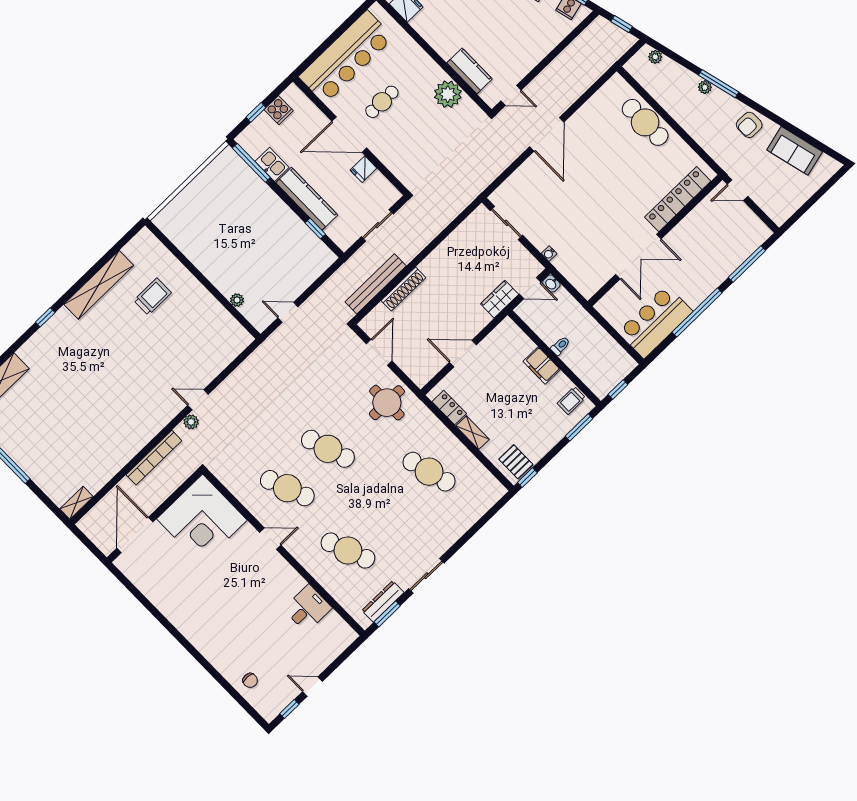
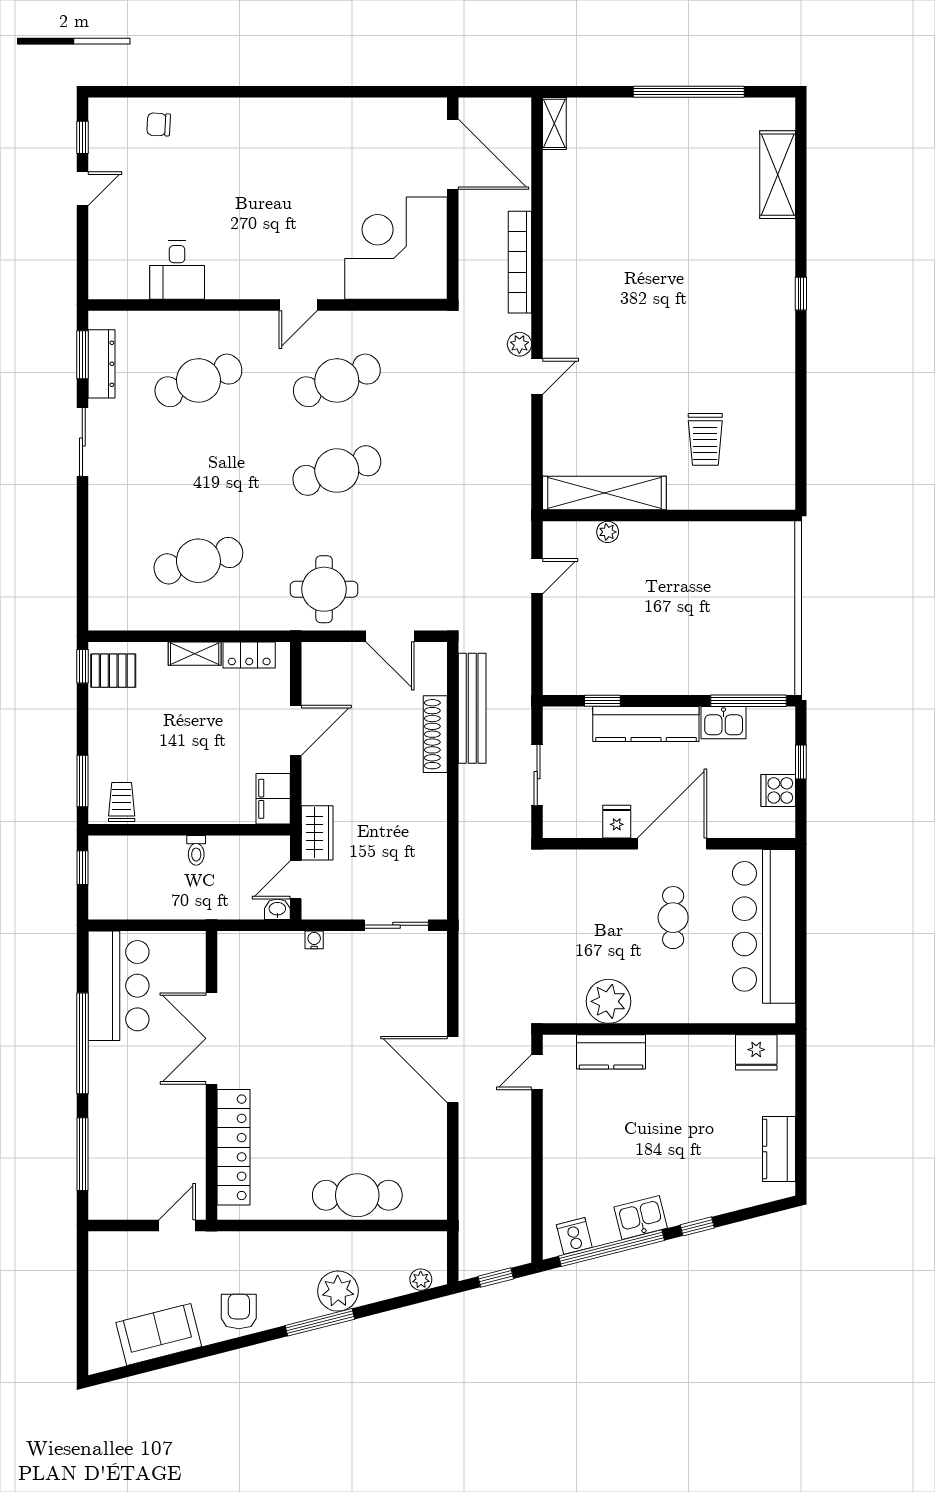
plant: (705, 87) -> (338, 1291), width x1.88, depth x1.88
shelving: (99, 285) -> (604, 493), moved, turned 90
filing cabinet: (542, 365) -> (273, 799), moved, turned -90

